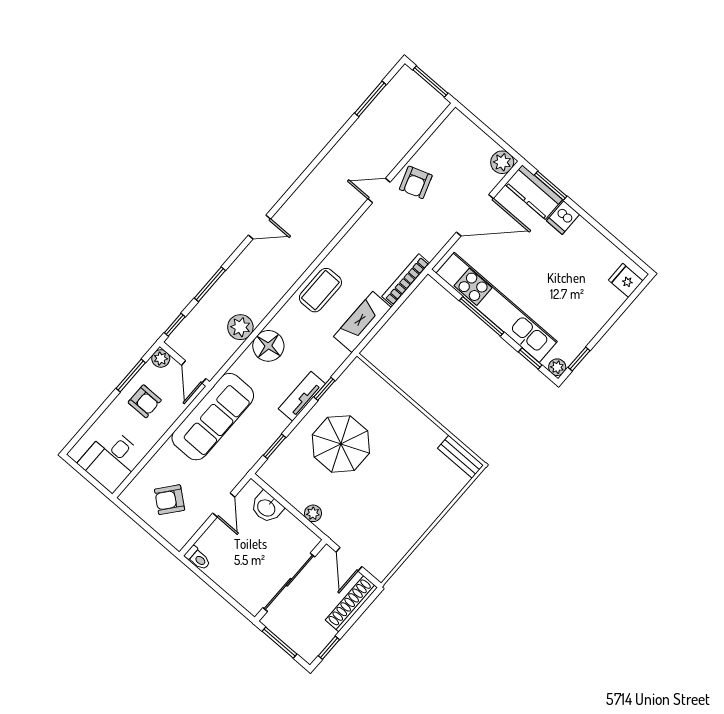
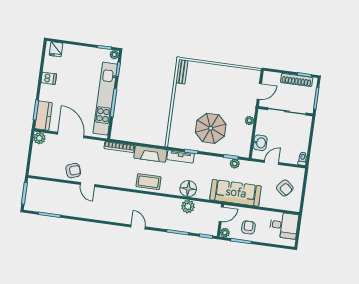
dishwasher: (563, 218) -> (49, 78), moved
tv unit: (302, 396) -> (181, 157), moved
plant: (260, 446) -> (235, 164), added
shoe rack: (351, 604) -> (297, 80), moved

